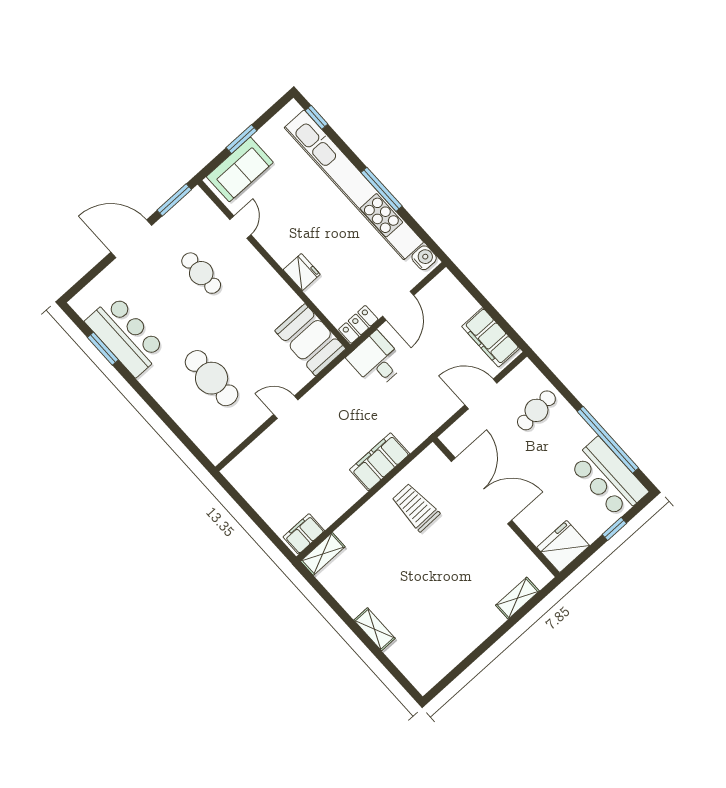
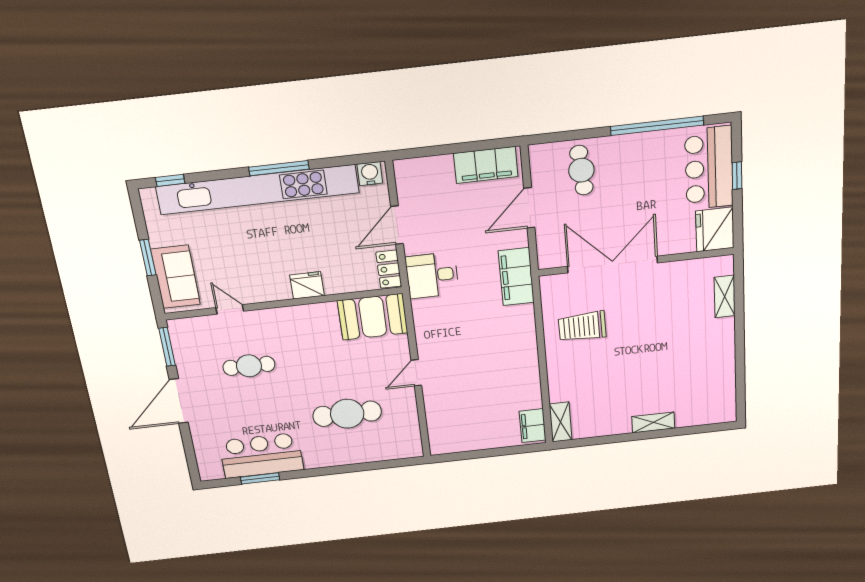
door: (398, 306) -> (397, 225), swing flipped
filing cabinet: (380, 462) -> (516, 277), moved
bar counter: (608, 478) -> (709, 168), moved, turned 90

